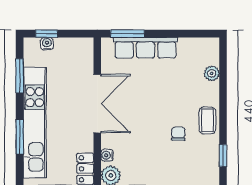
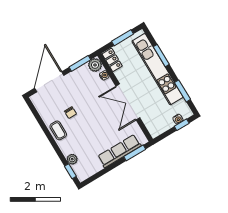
window: (223, 156) -> (70, 171), moved

